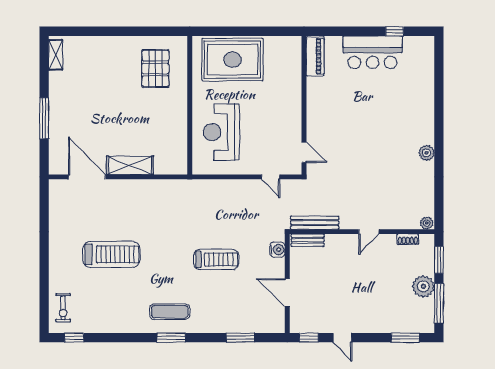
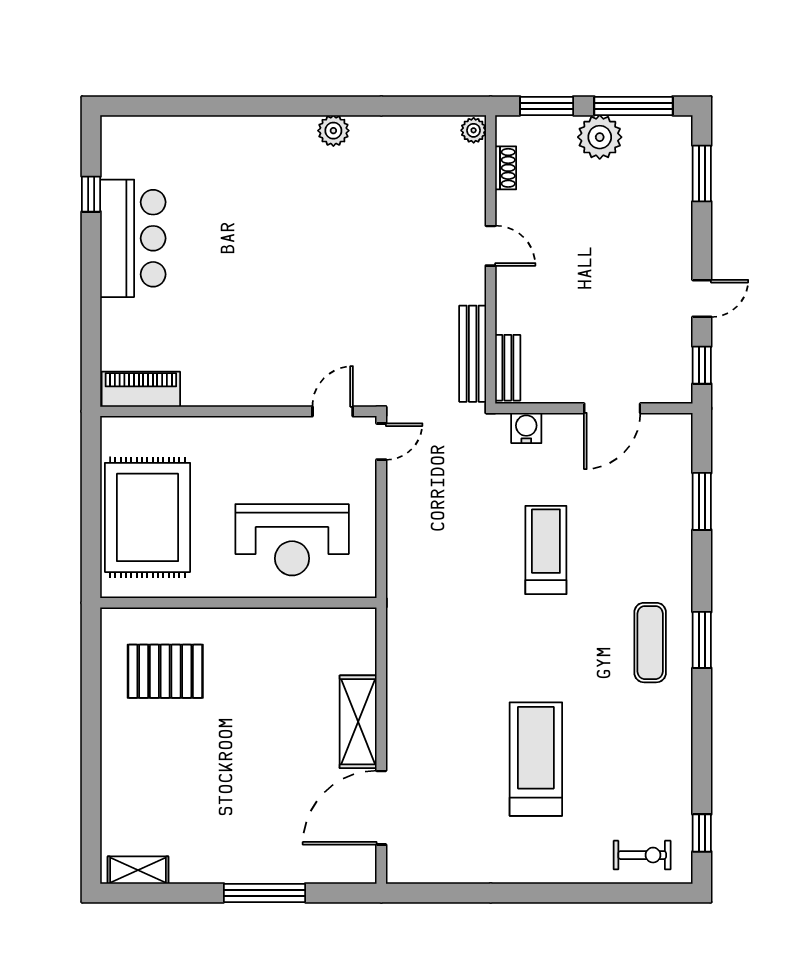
piano: (315, 56) -> (141, 389), moved
wall: (304, 105) -> (238, 411), moved
door: (304, 152) -> (333, 411), moved

